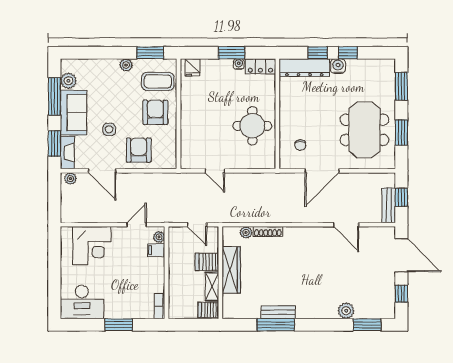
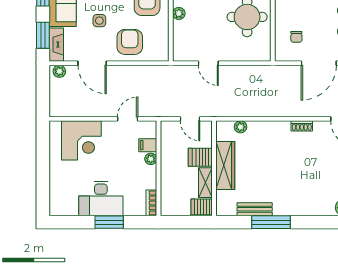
plant: (186, 122) -> (179, 13), added
shoe rack: (268, 232) -> (302, 126), moved, width x0.70
plant: (159, 237) -> (151, 159), moved
desk: (82, 302) -> (101, 199), moved
bench: (278, 312) -> (255, 209), moved

